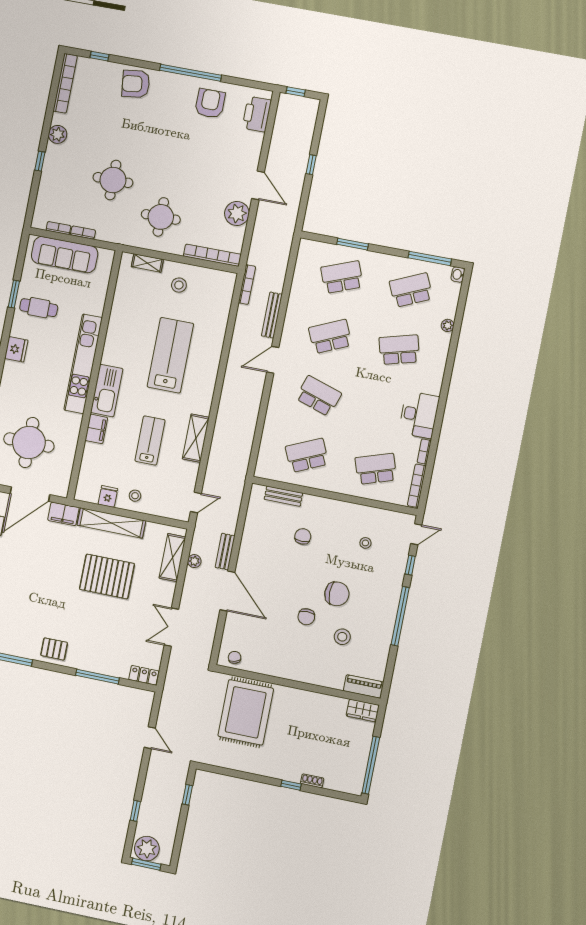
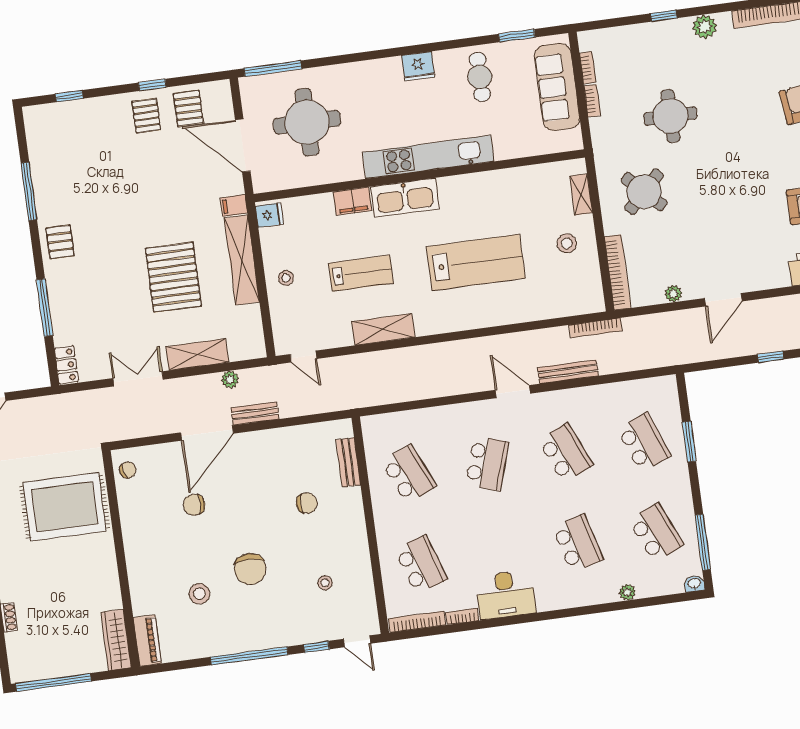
plant: (237, 213) -> (673, 294), width x0.53, depth x0.53
round table: (161, 217) -> (644, 192), turned 45
window: (14, 294) -> (517, 36), moved
fridge: (108, 496) -> (269, 215), moved
filing cabinet: (63, 514) -> (234, 205), width x0.50
shelving: (172, 558) -> (197, 355), moved
chair: (306, 617) -> (194, 505), moved
wardrobe: (363, 710) -> (116, 640), width x1.50

